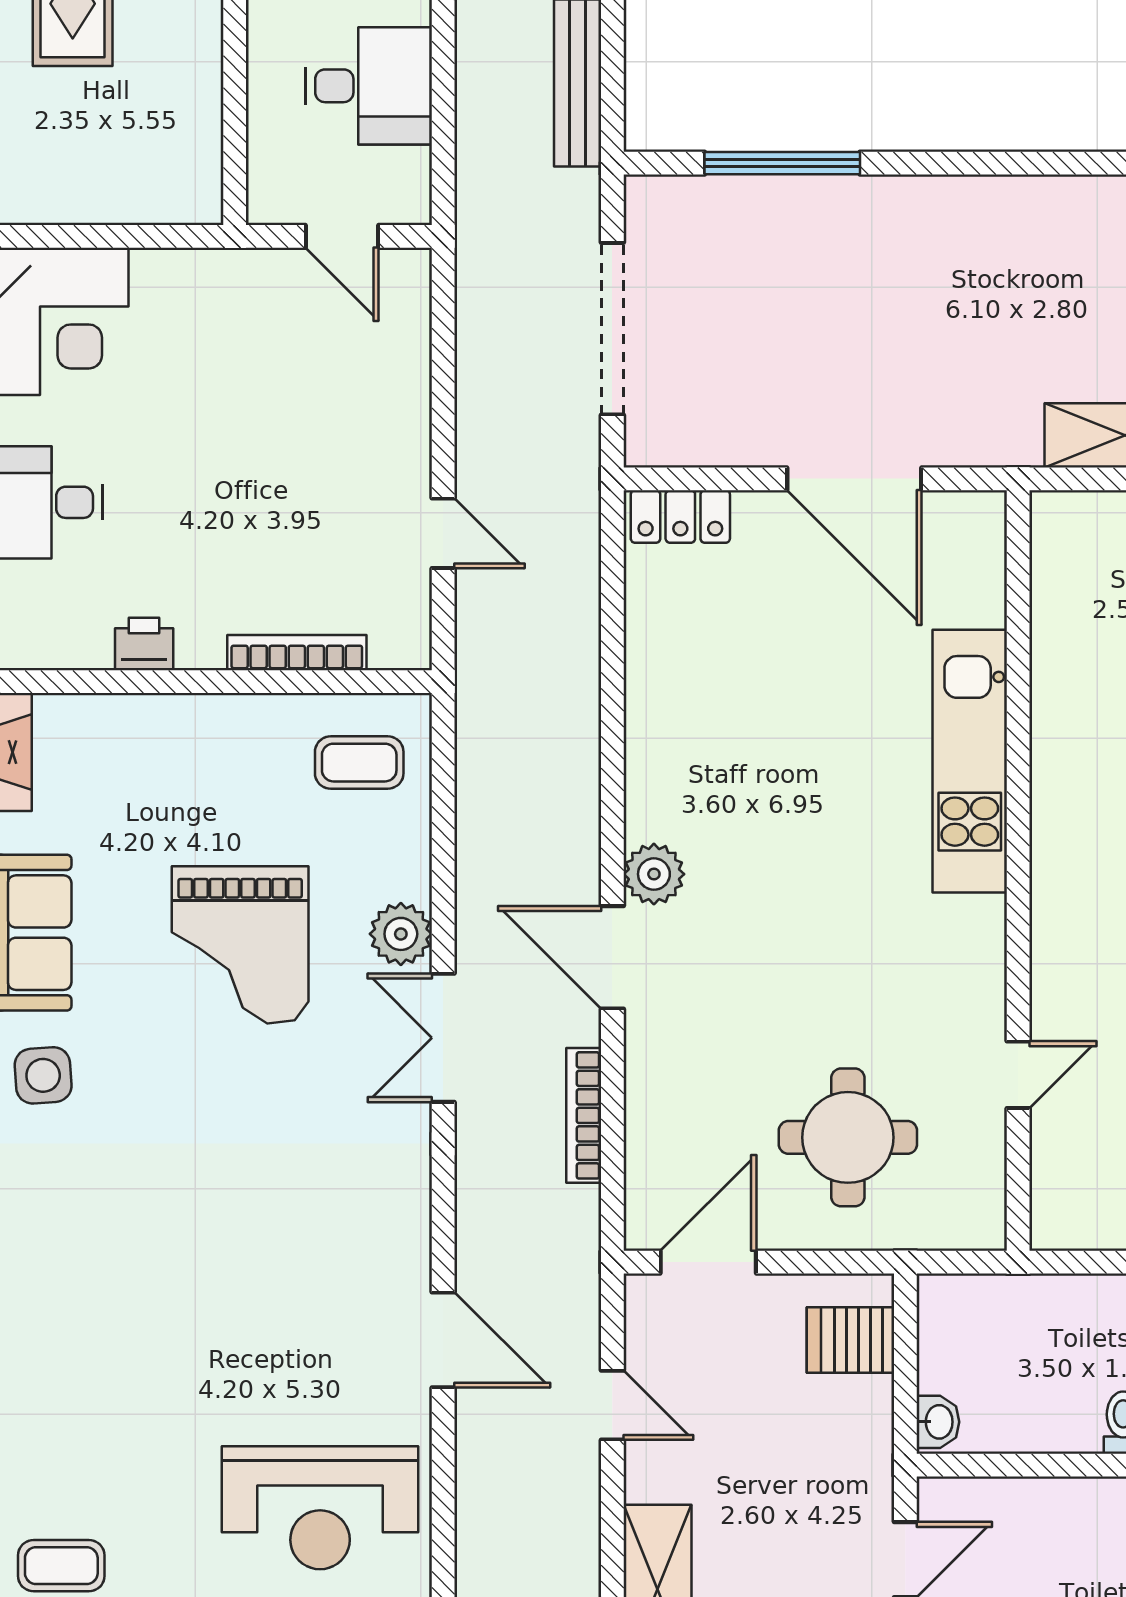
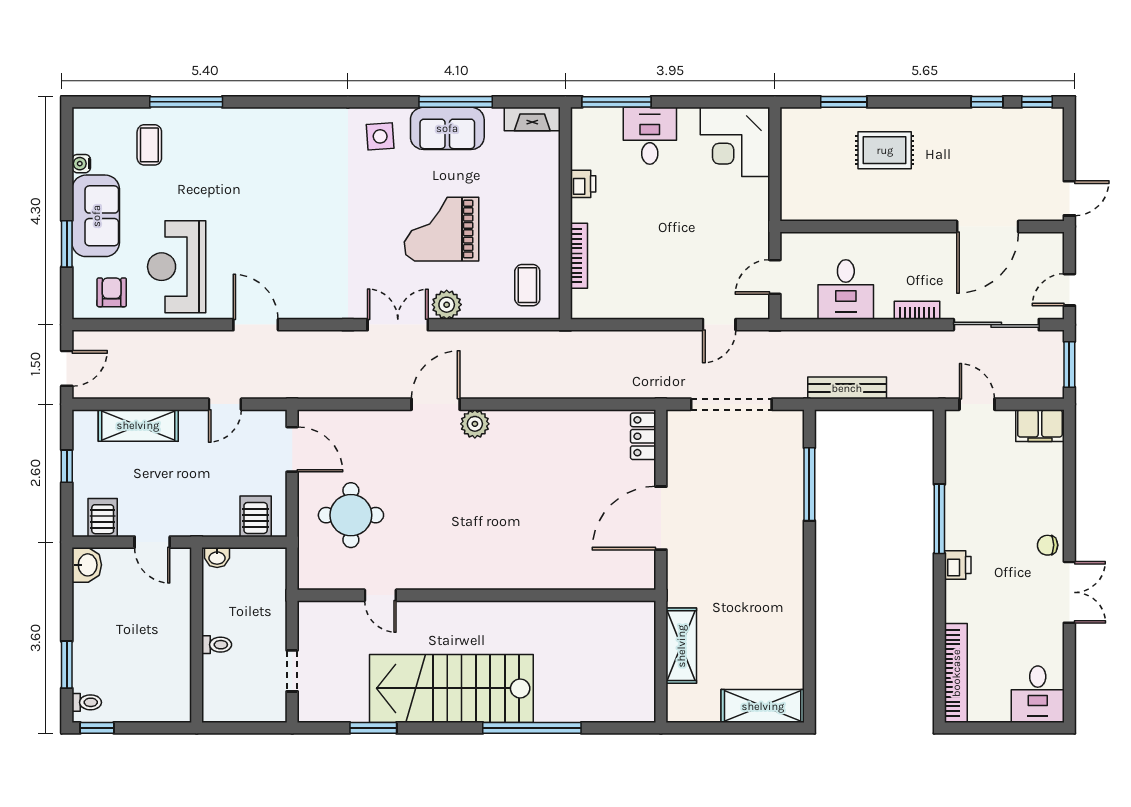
door: (443, 533) -> (719, 325), moved
kitchen unit: (970, 761) -> (528, 572), removed
bookcase: (584, 1115) -> (361, 391), removed
door: (443, 1340) -> (256, 325), swing flipped

